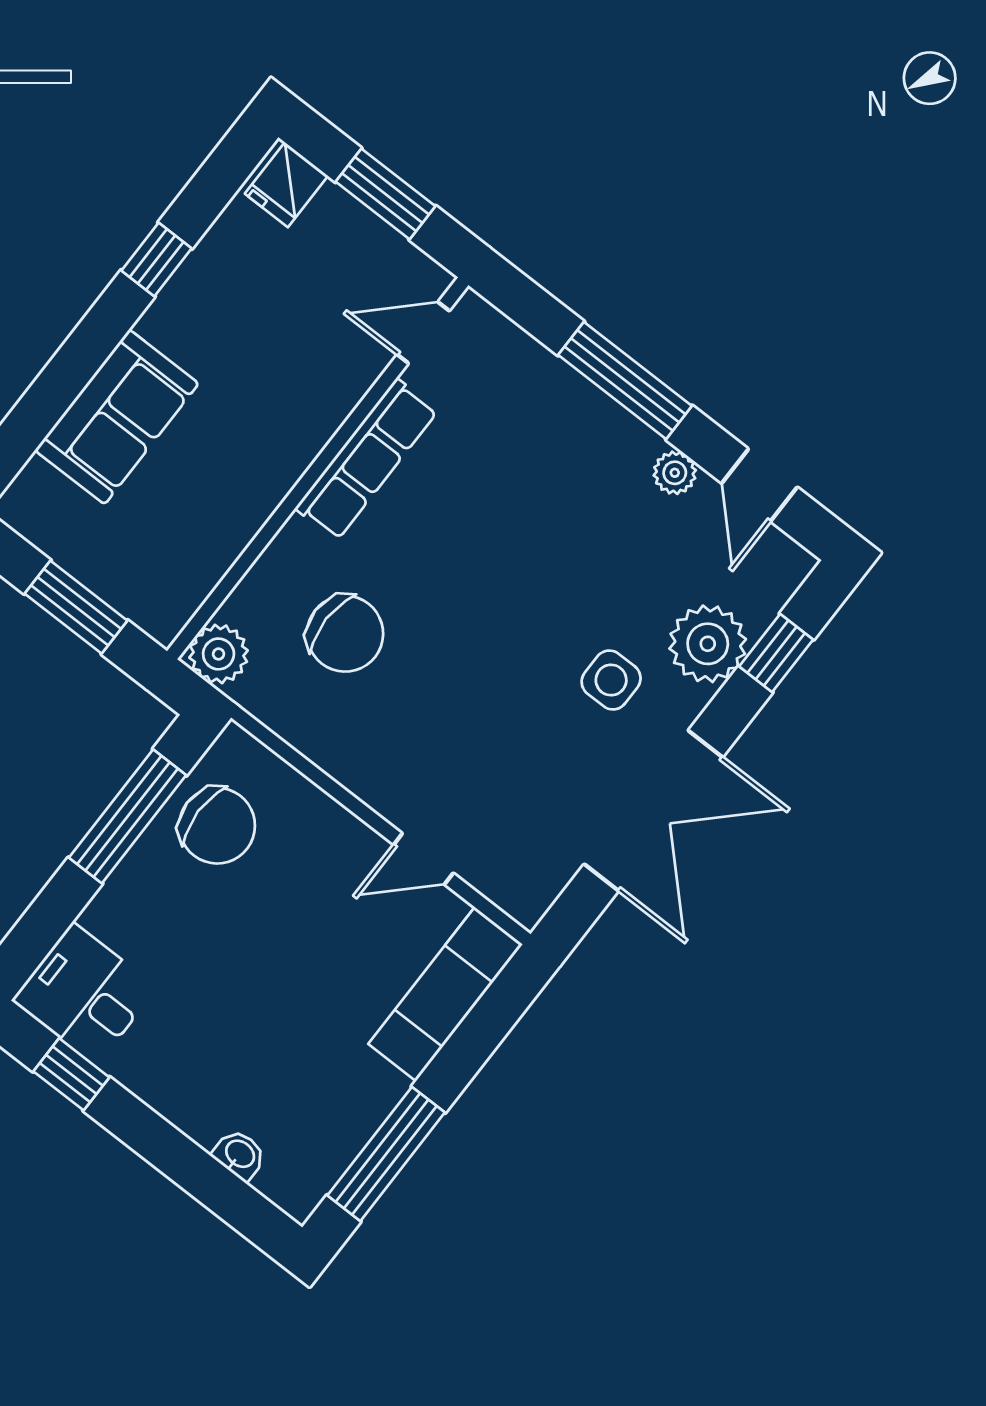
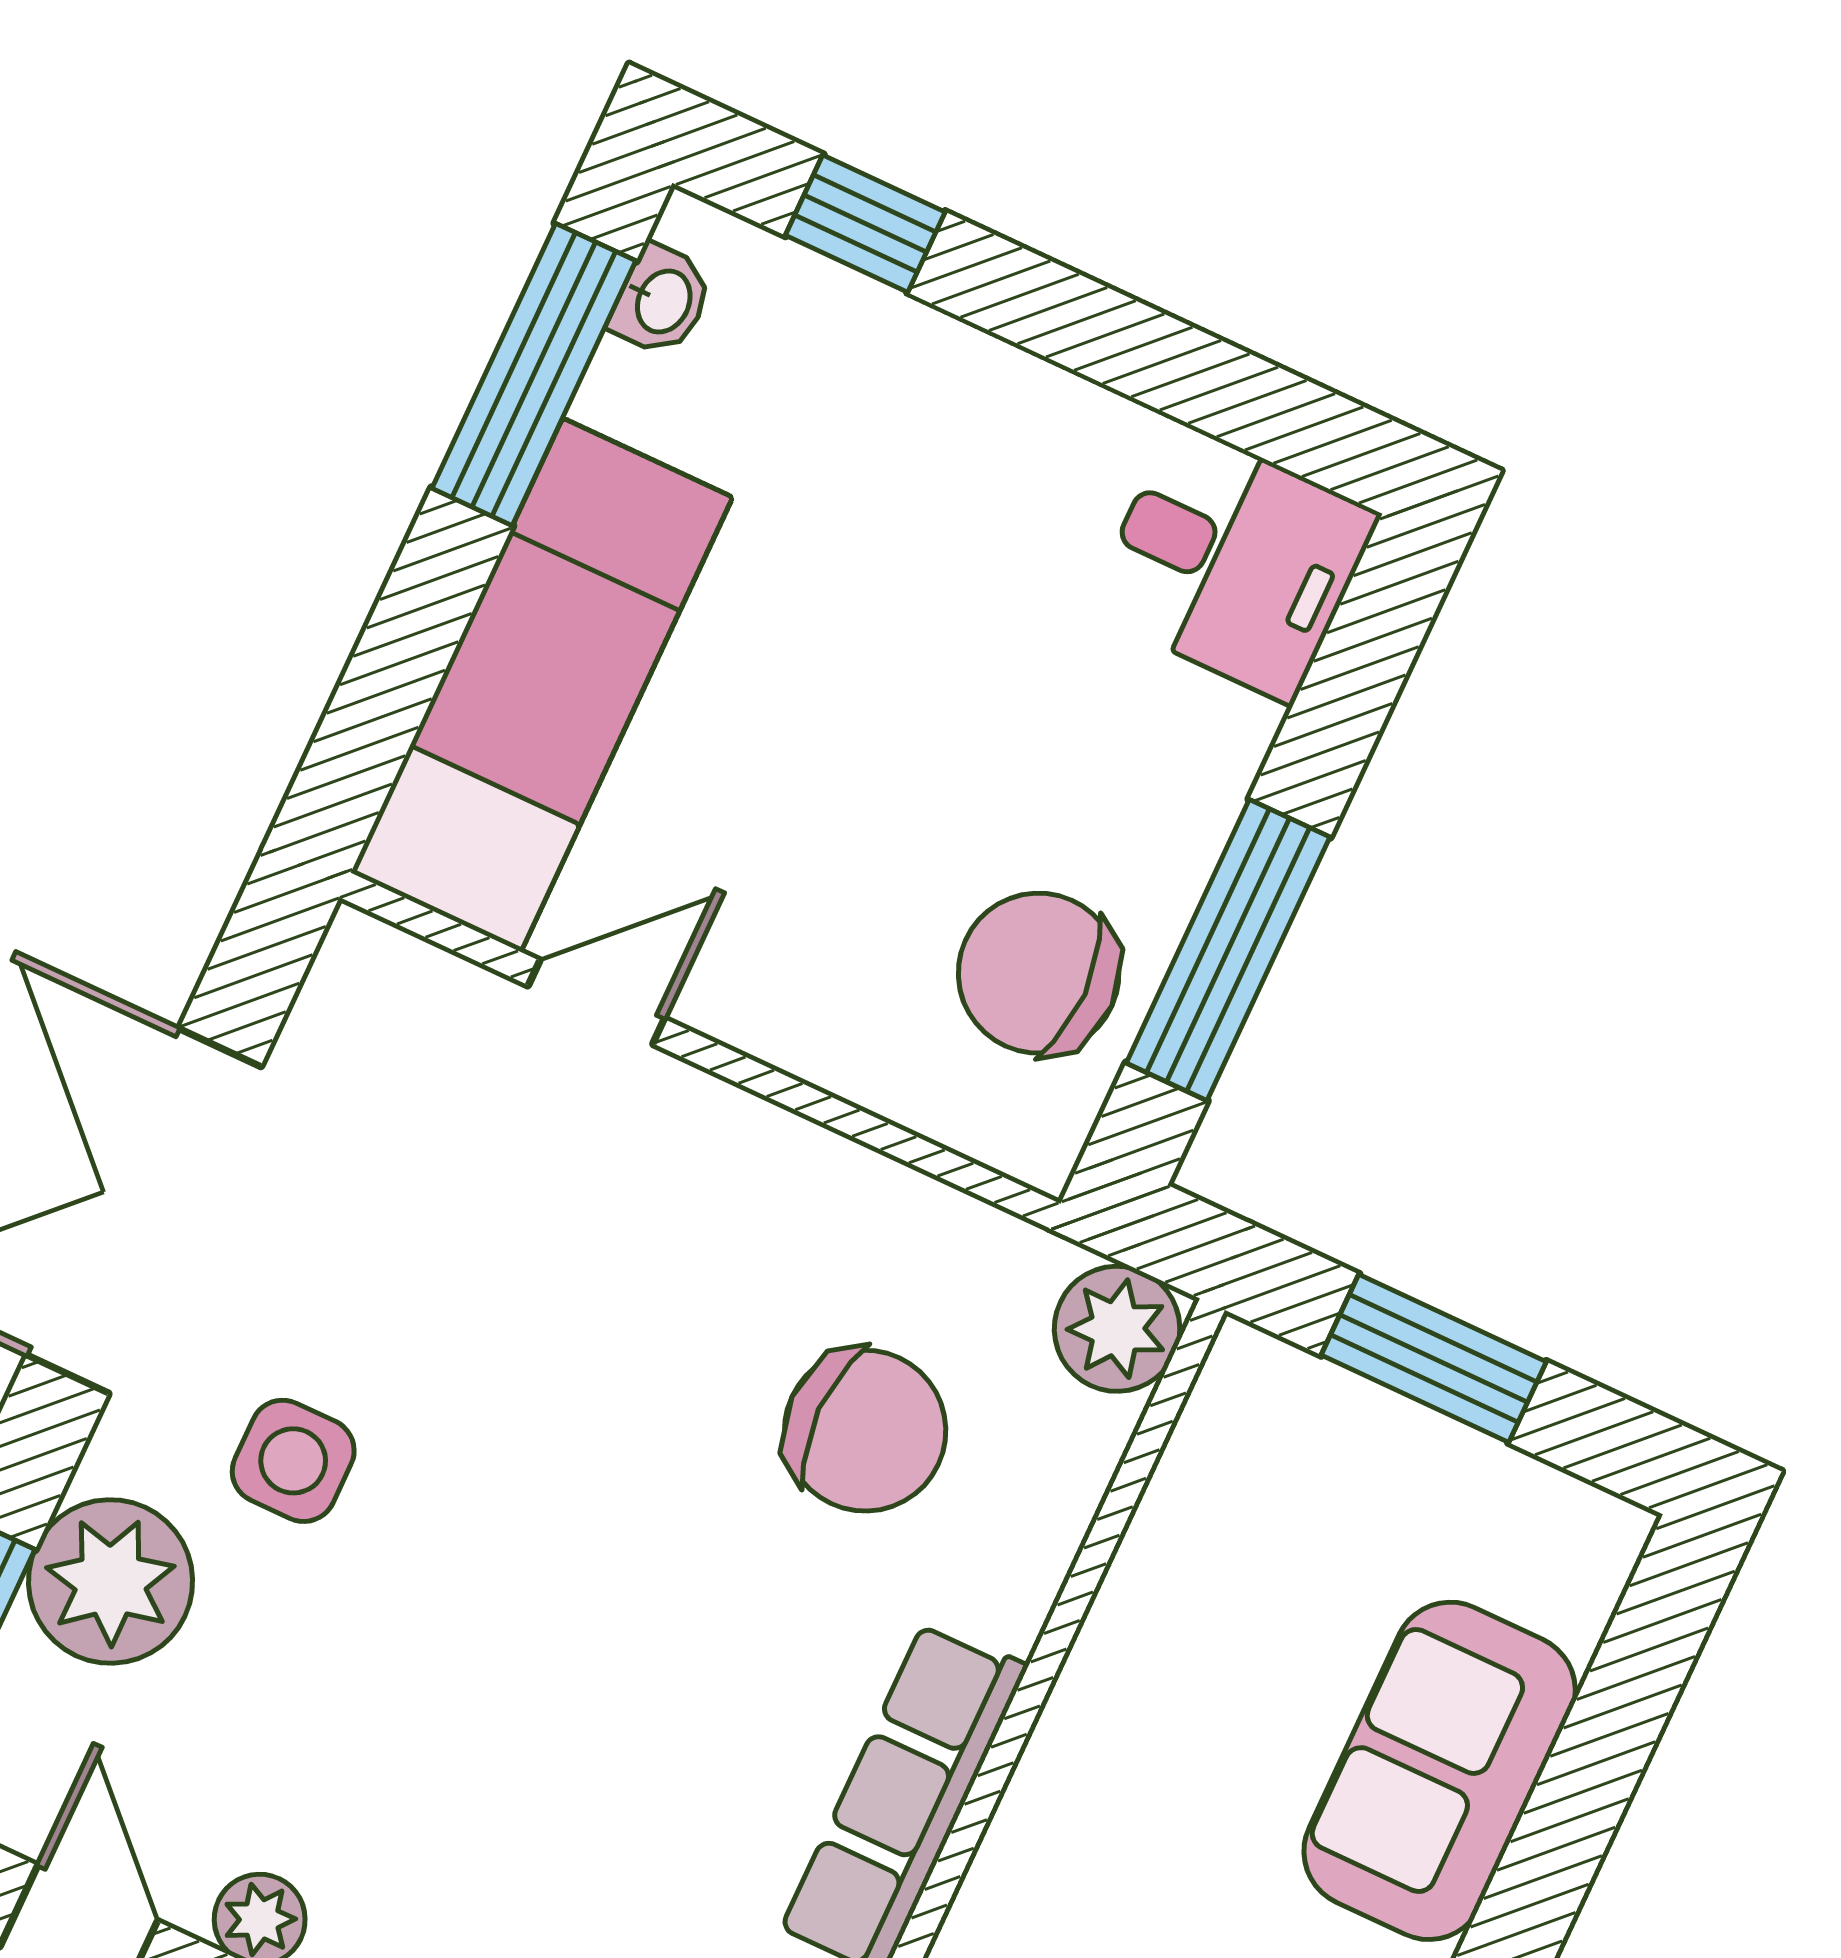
chair: (345, 634) -> (865, 1431), turned 180
exam couch: (445, 994) -> (542, 685), width x1.36, depth x1.45
window: (71, 1074) -> (865, 224), moved
washbasin: (239, 1155) -> (662, 300), moved, turned -90

